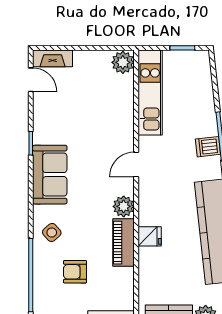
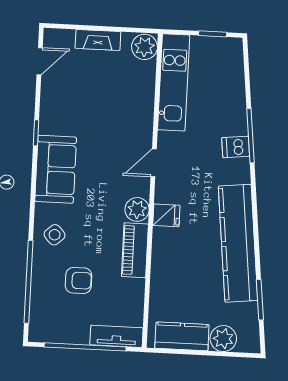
fireplace: (53, 58) -> (98, 40), moved
door: (31, 80) -> (40, 61), hinge flipped
fridge: (150, 236) -> (166, 215), moved
armchair: (75, 272) -> (79, 280), turned 180

